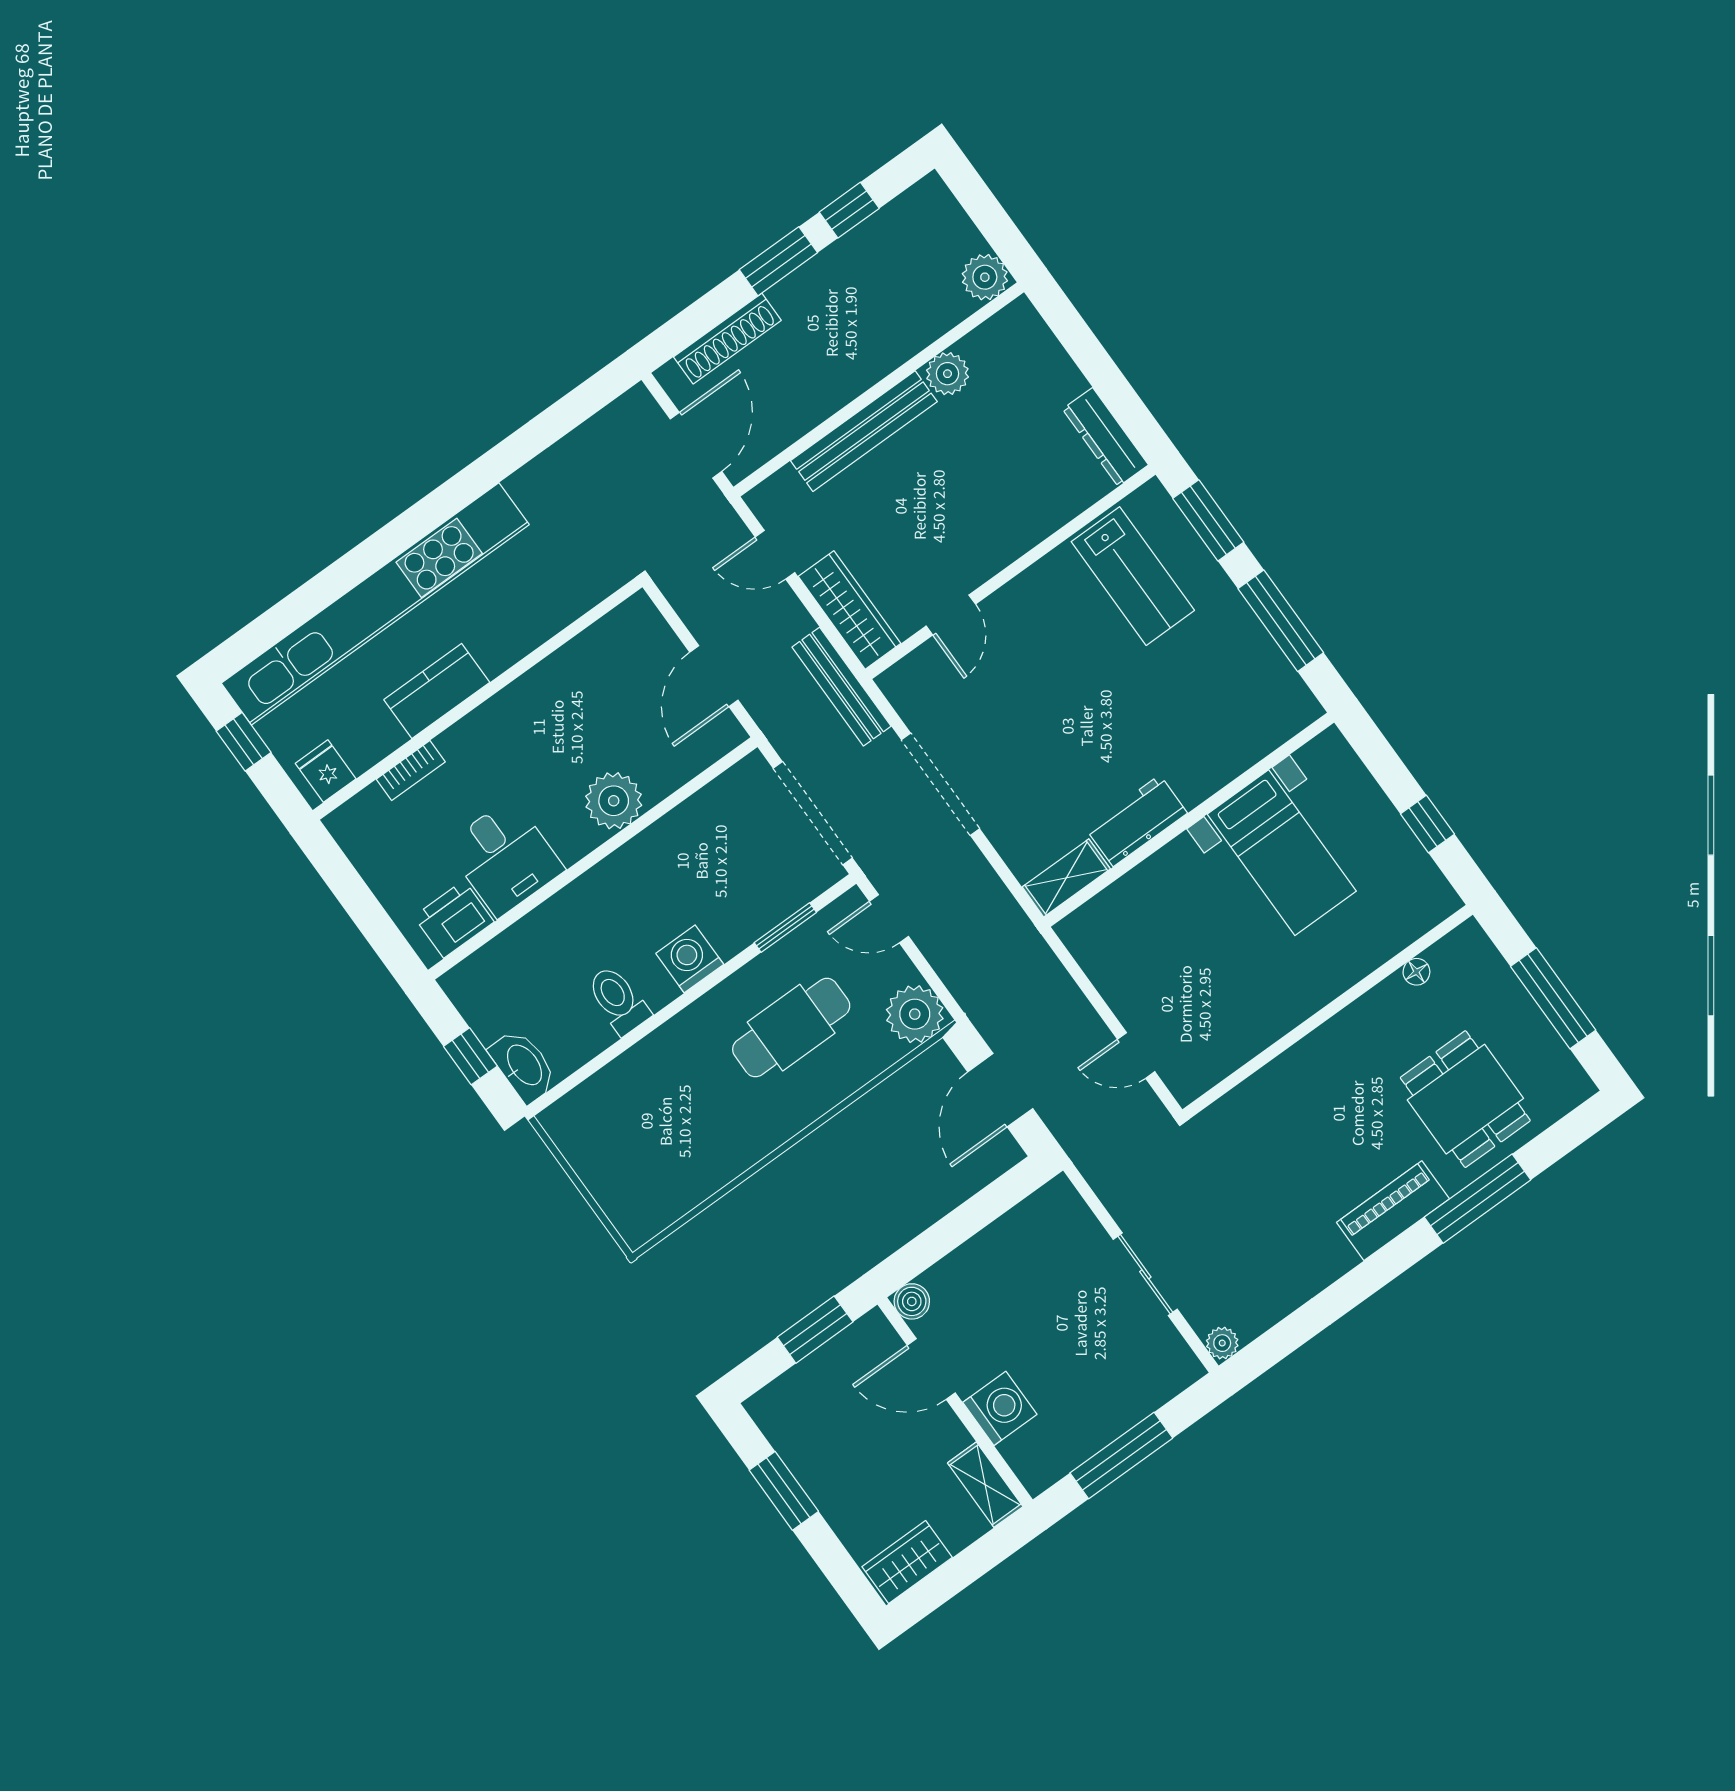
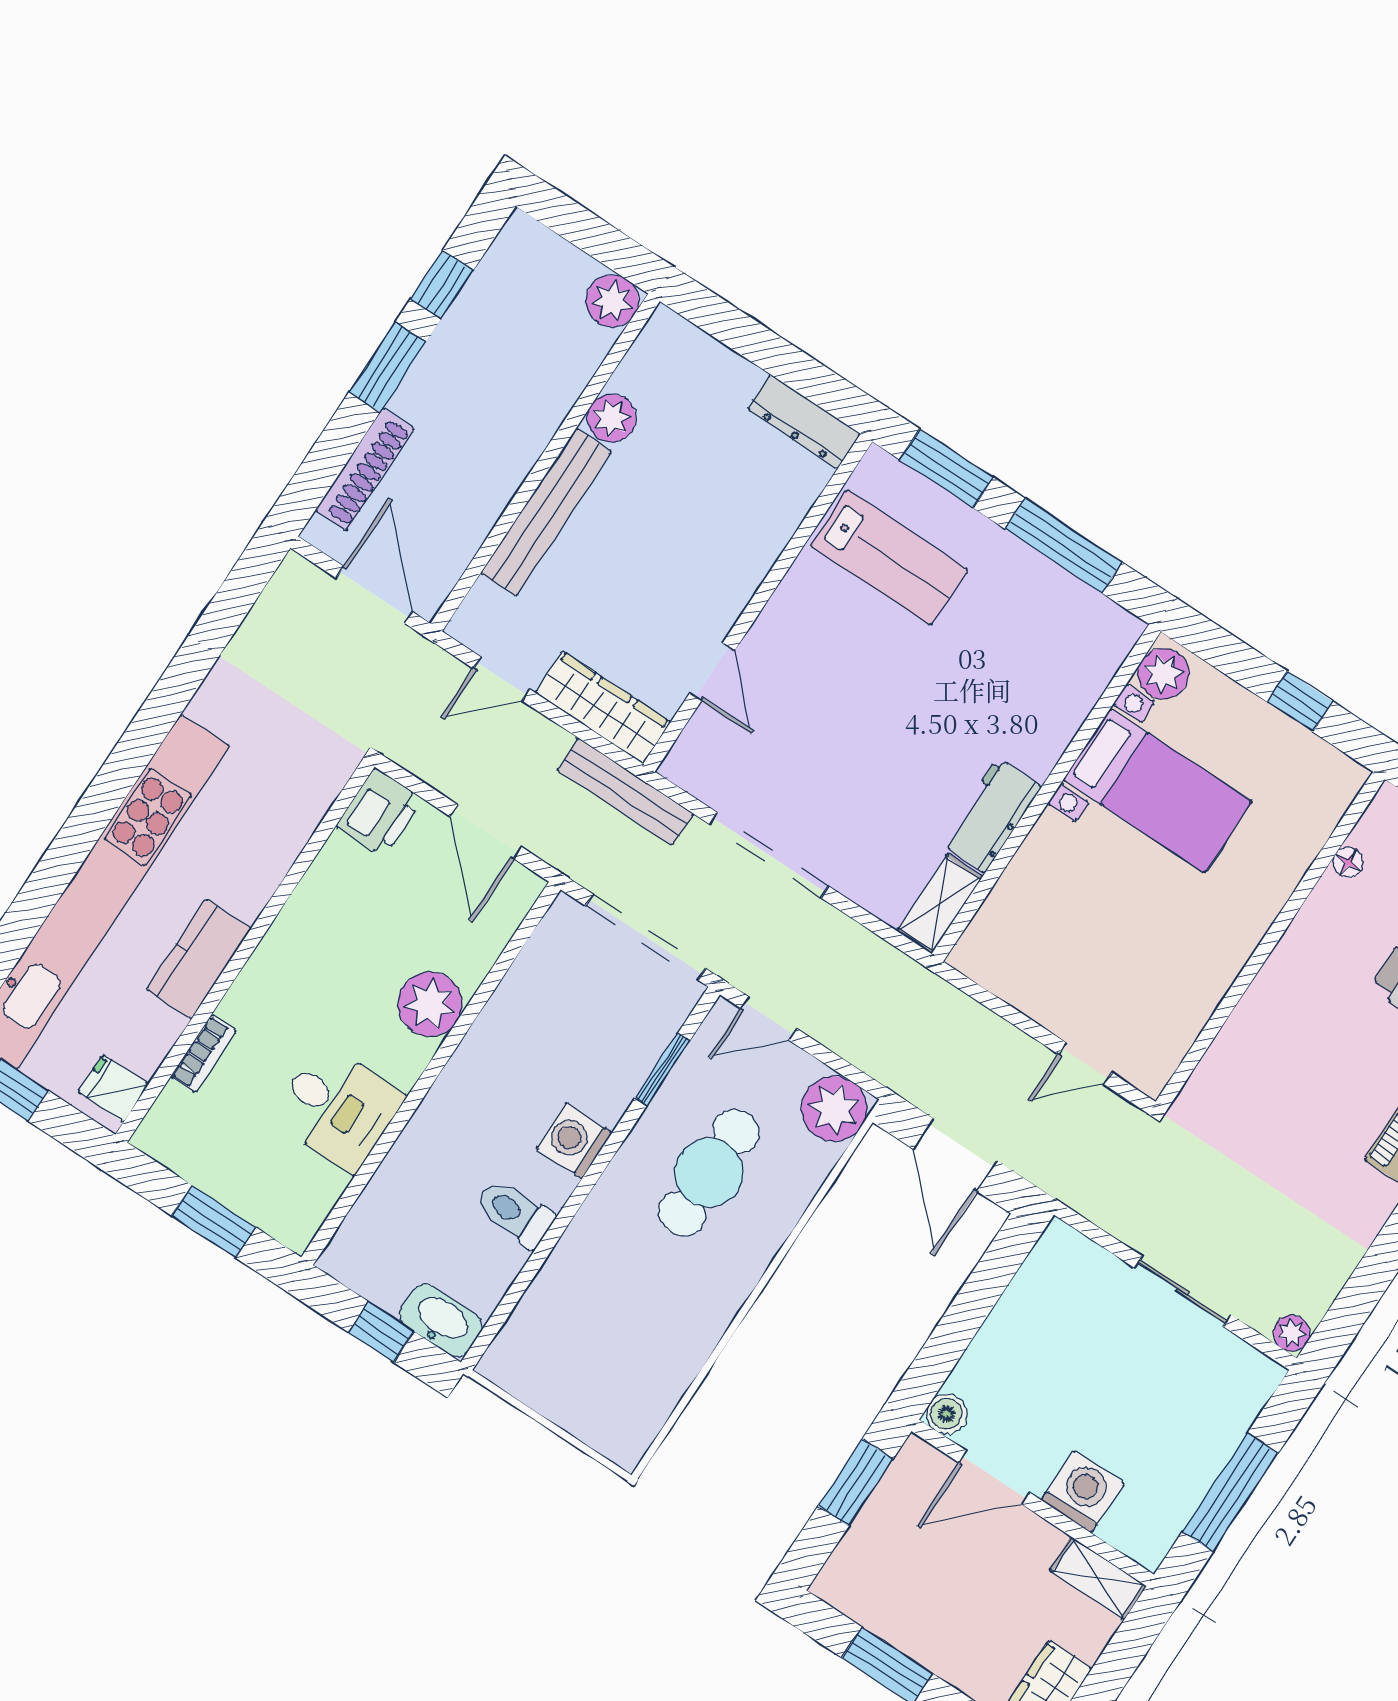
plant: (1323, 758) -> (1163, 674), added
window: (367, 913) -> (214, 1222), added
printer: (454, 919) -> (380, 812), moved, turned 180

